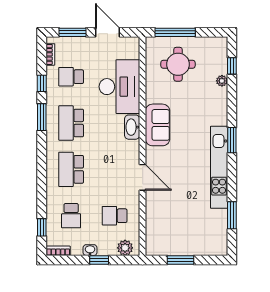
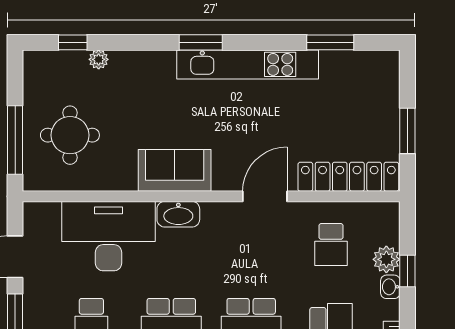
locker: (154, 226) -> (348, 177), added
plant: (125, 248) -> (386, 259), moved

